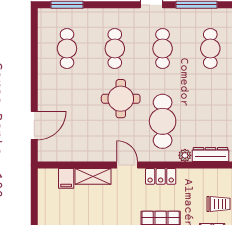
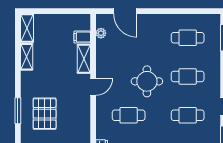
cafe table: (163, 121) -> (129, 115), width x0.73, depth x0.74
plant: (185, 155) -> (101, 33), moved
locker: (161, 176) -> (84, 114), removed

